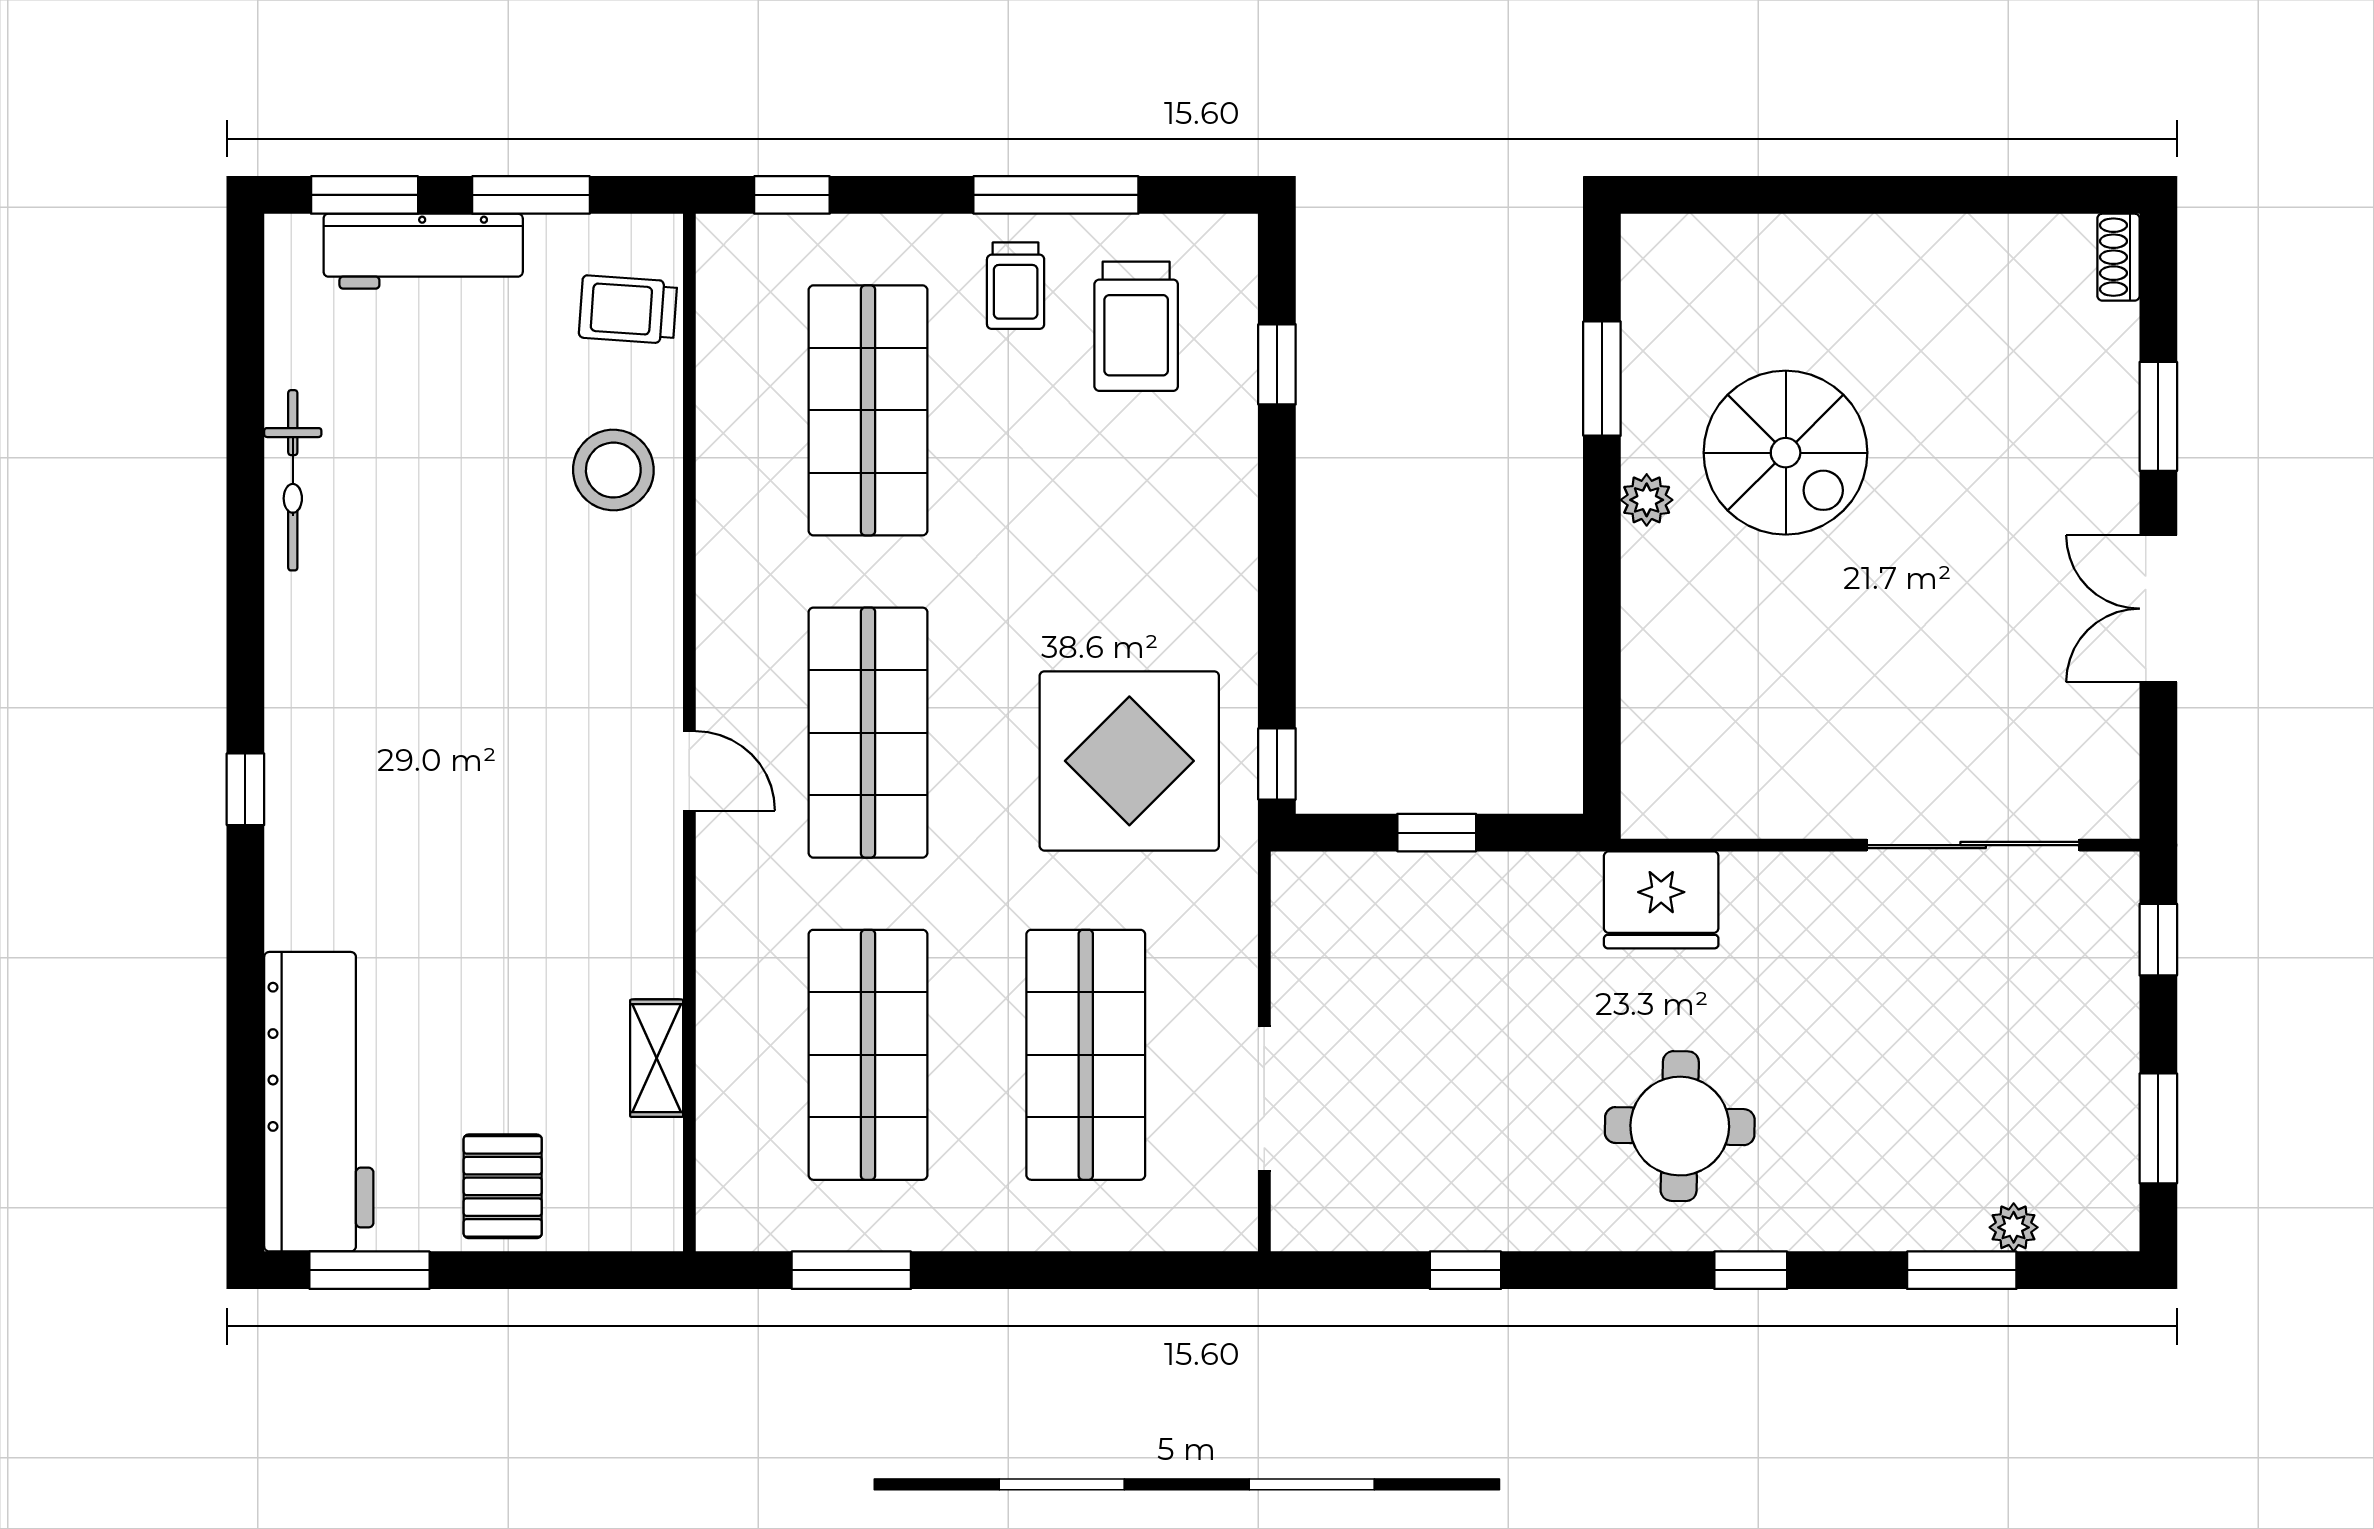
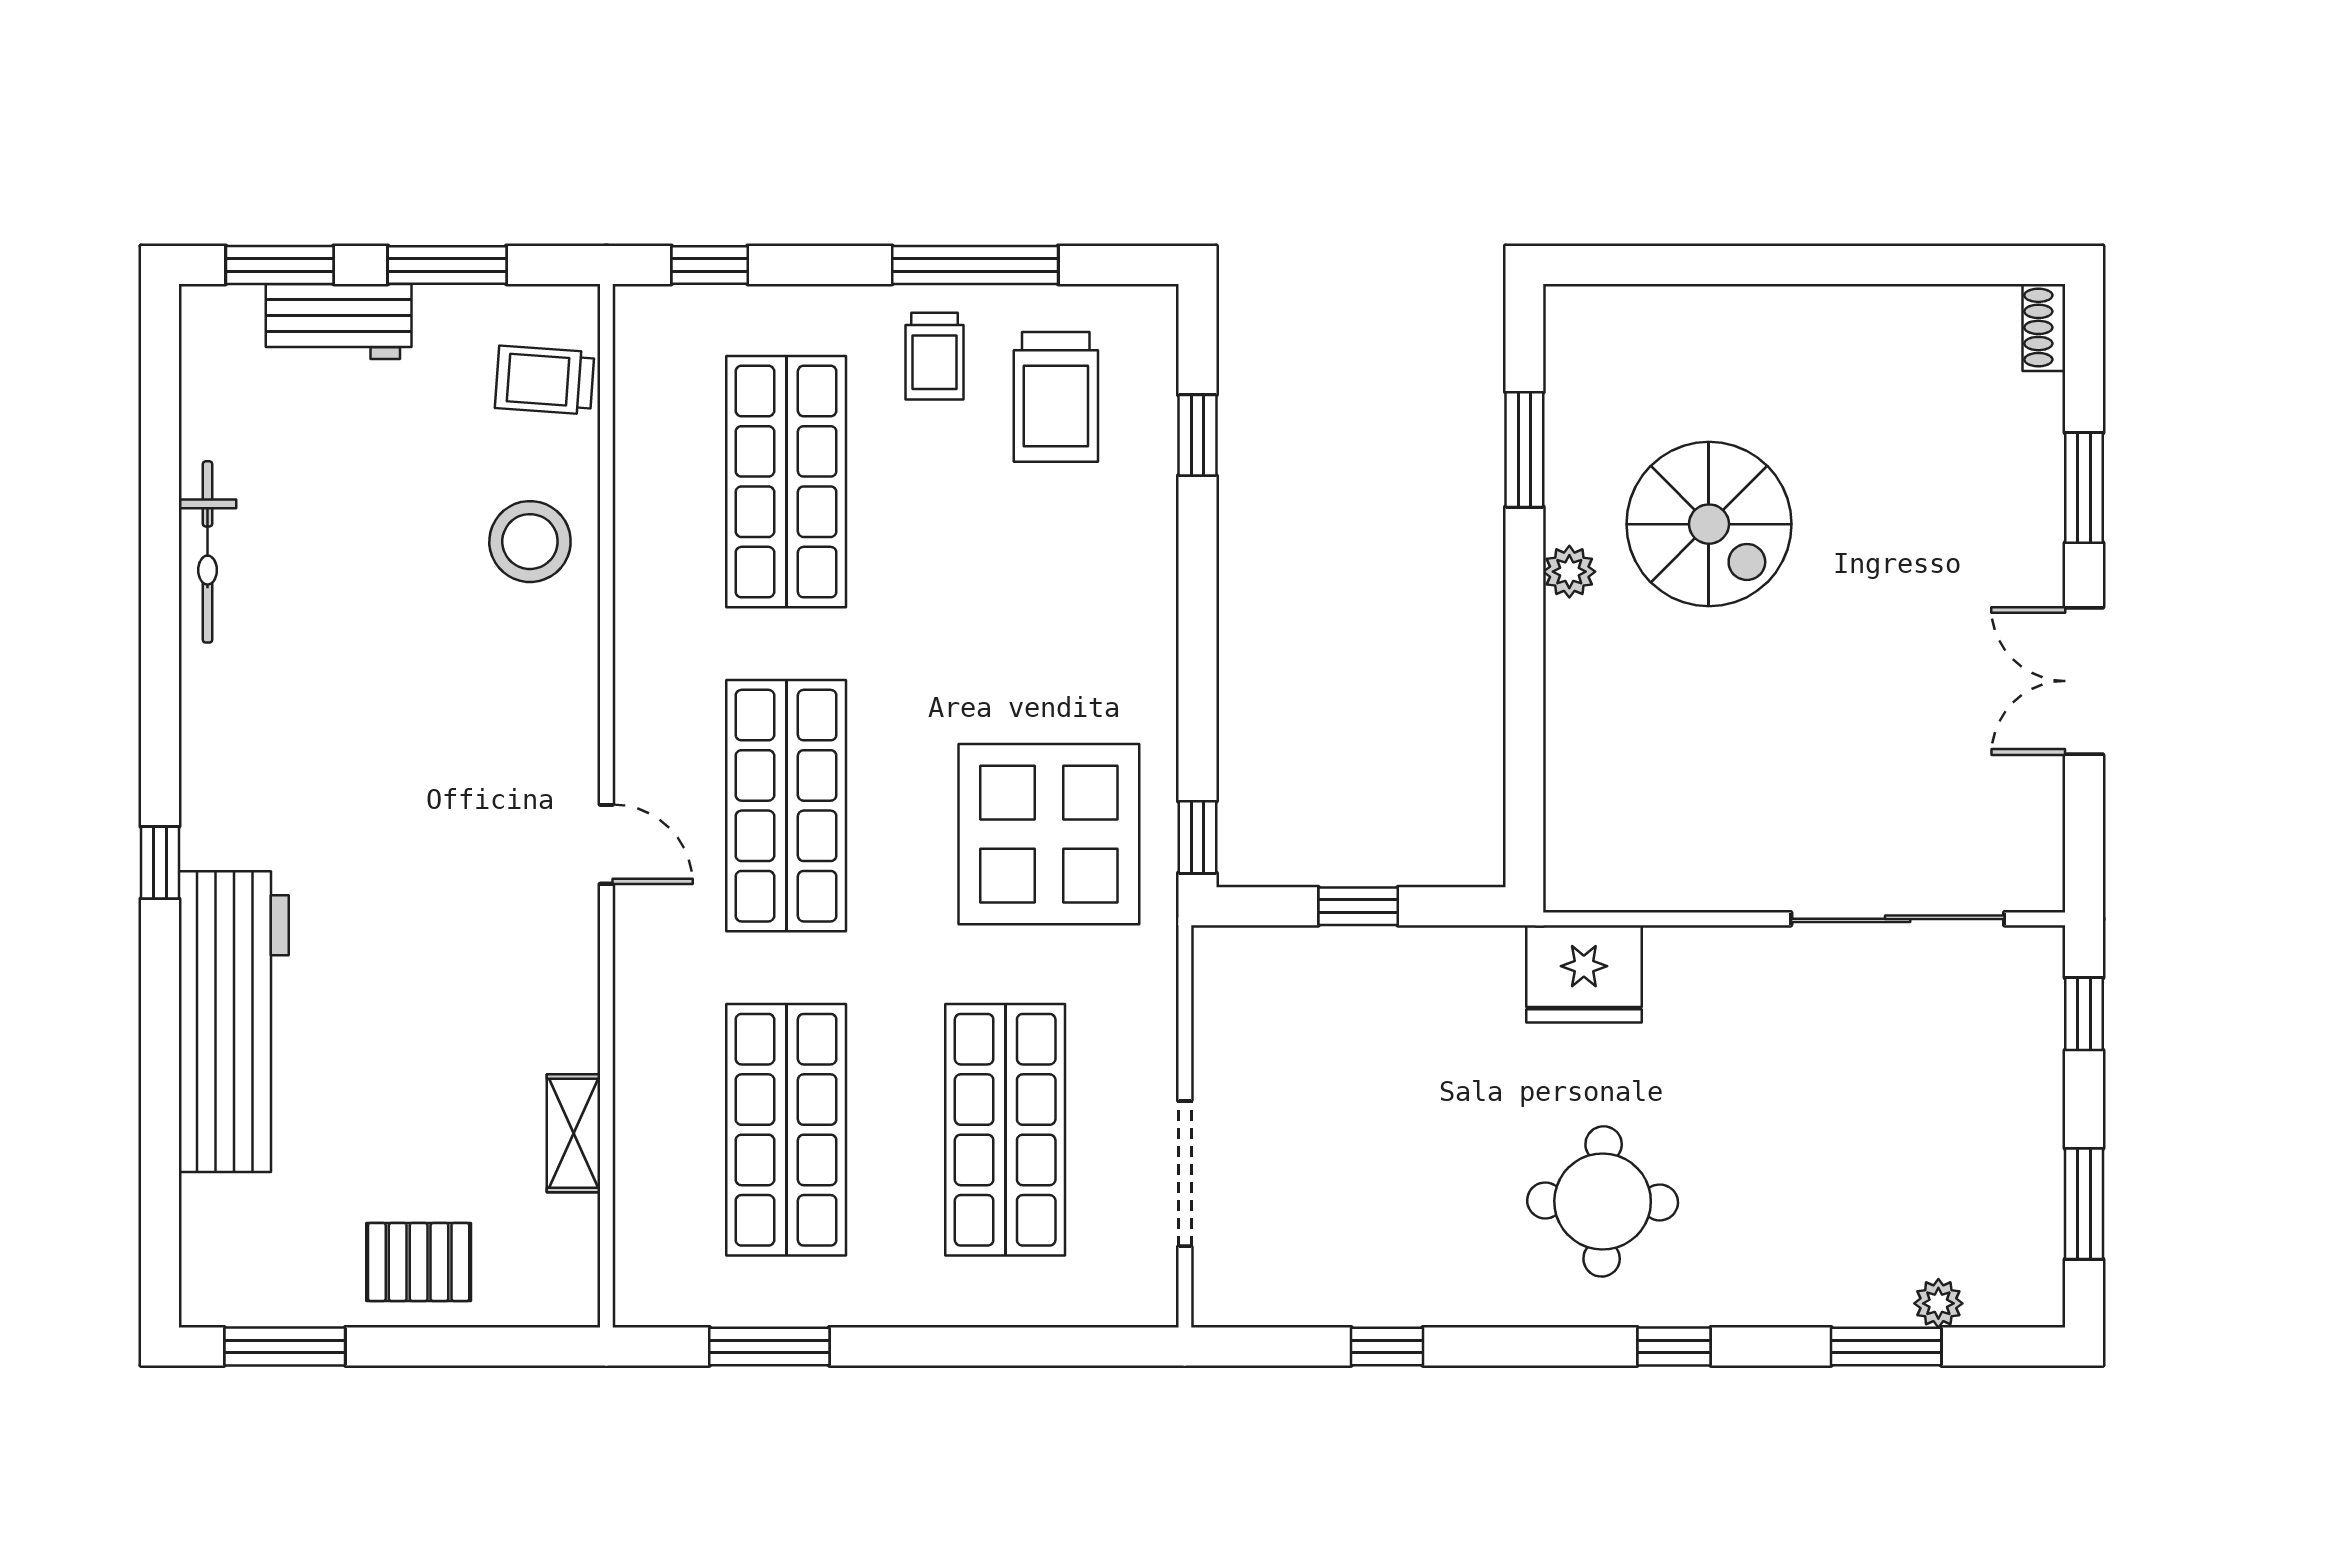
workbench: (423, 251) -> (339, 321), width x0.73
workbench: (319, 1102) -> (234, 1022), moved
pallet: (503, 1186) -> (419, 1262), turned 90

